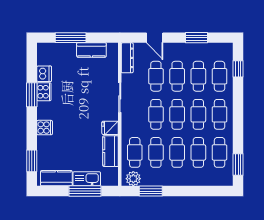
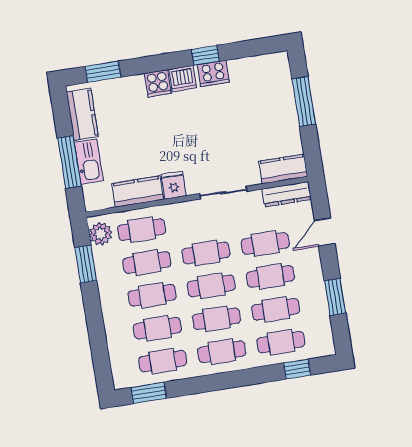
kitchen counter: (91, 50) -> (283, 169), moved, turned 90
dishwasher: (44, 74) -> (183, 79), moved
window: (32, 95) -> (205, 55), width x0.67

